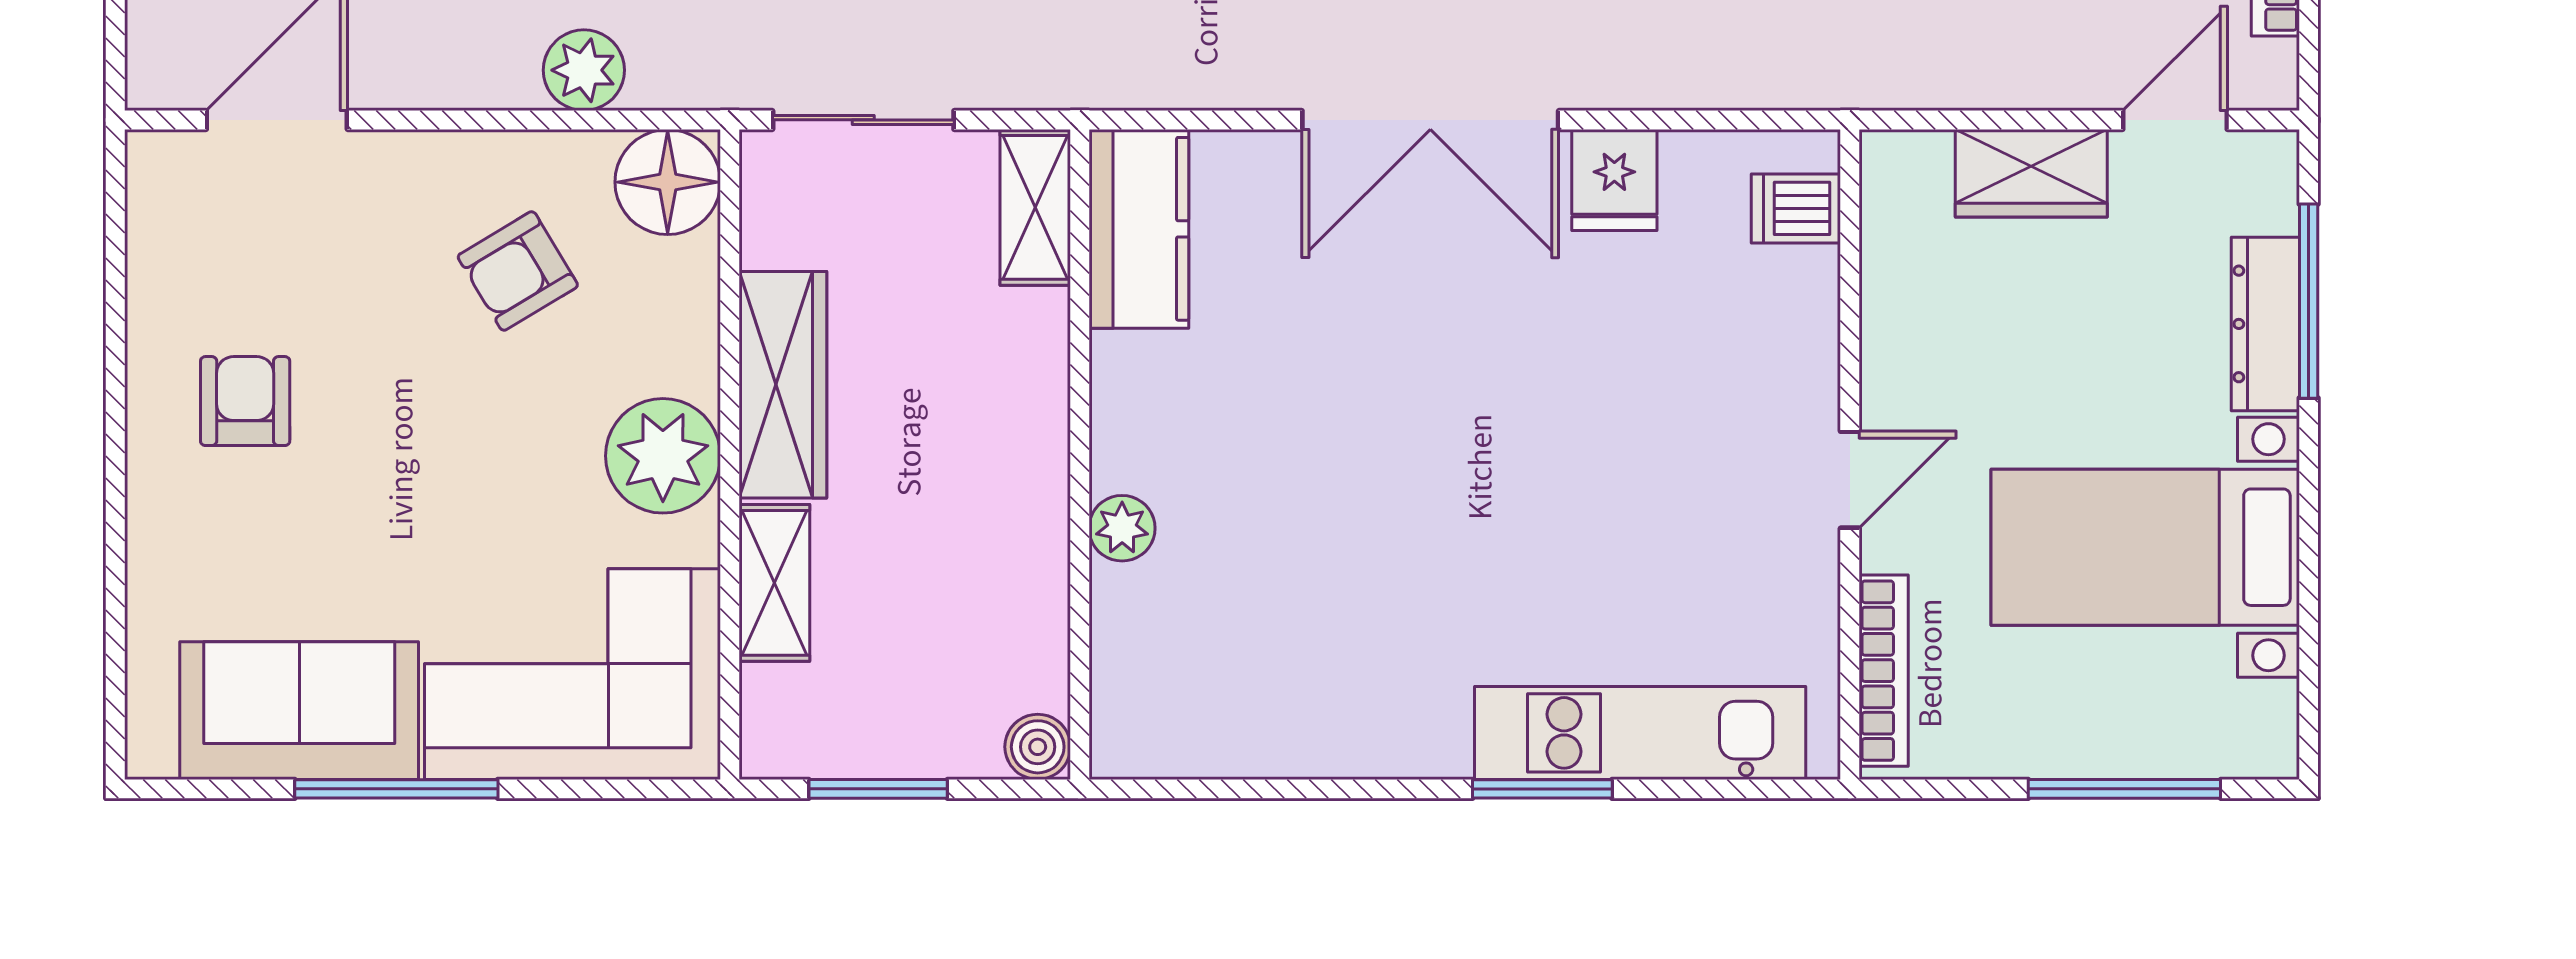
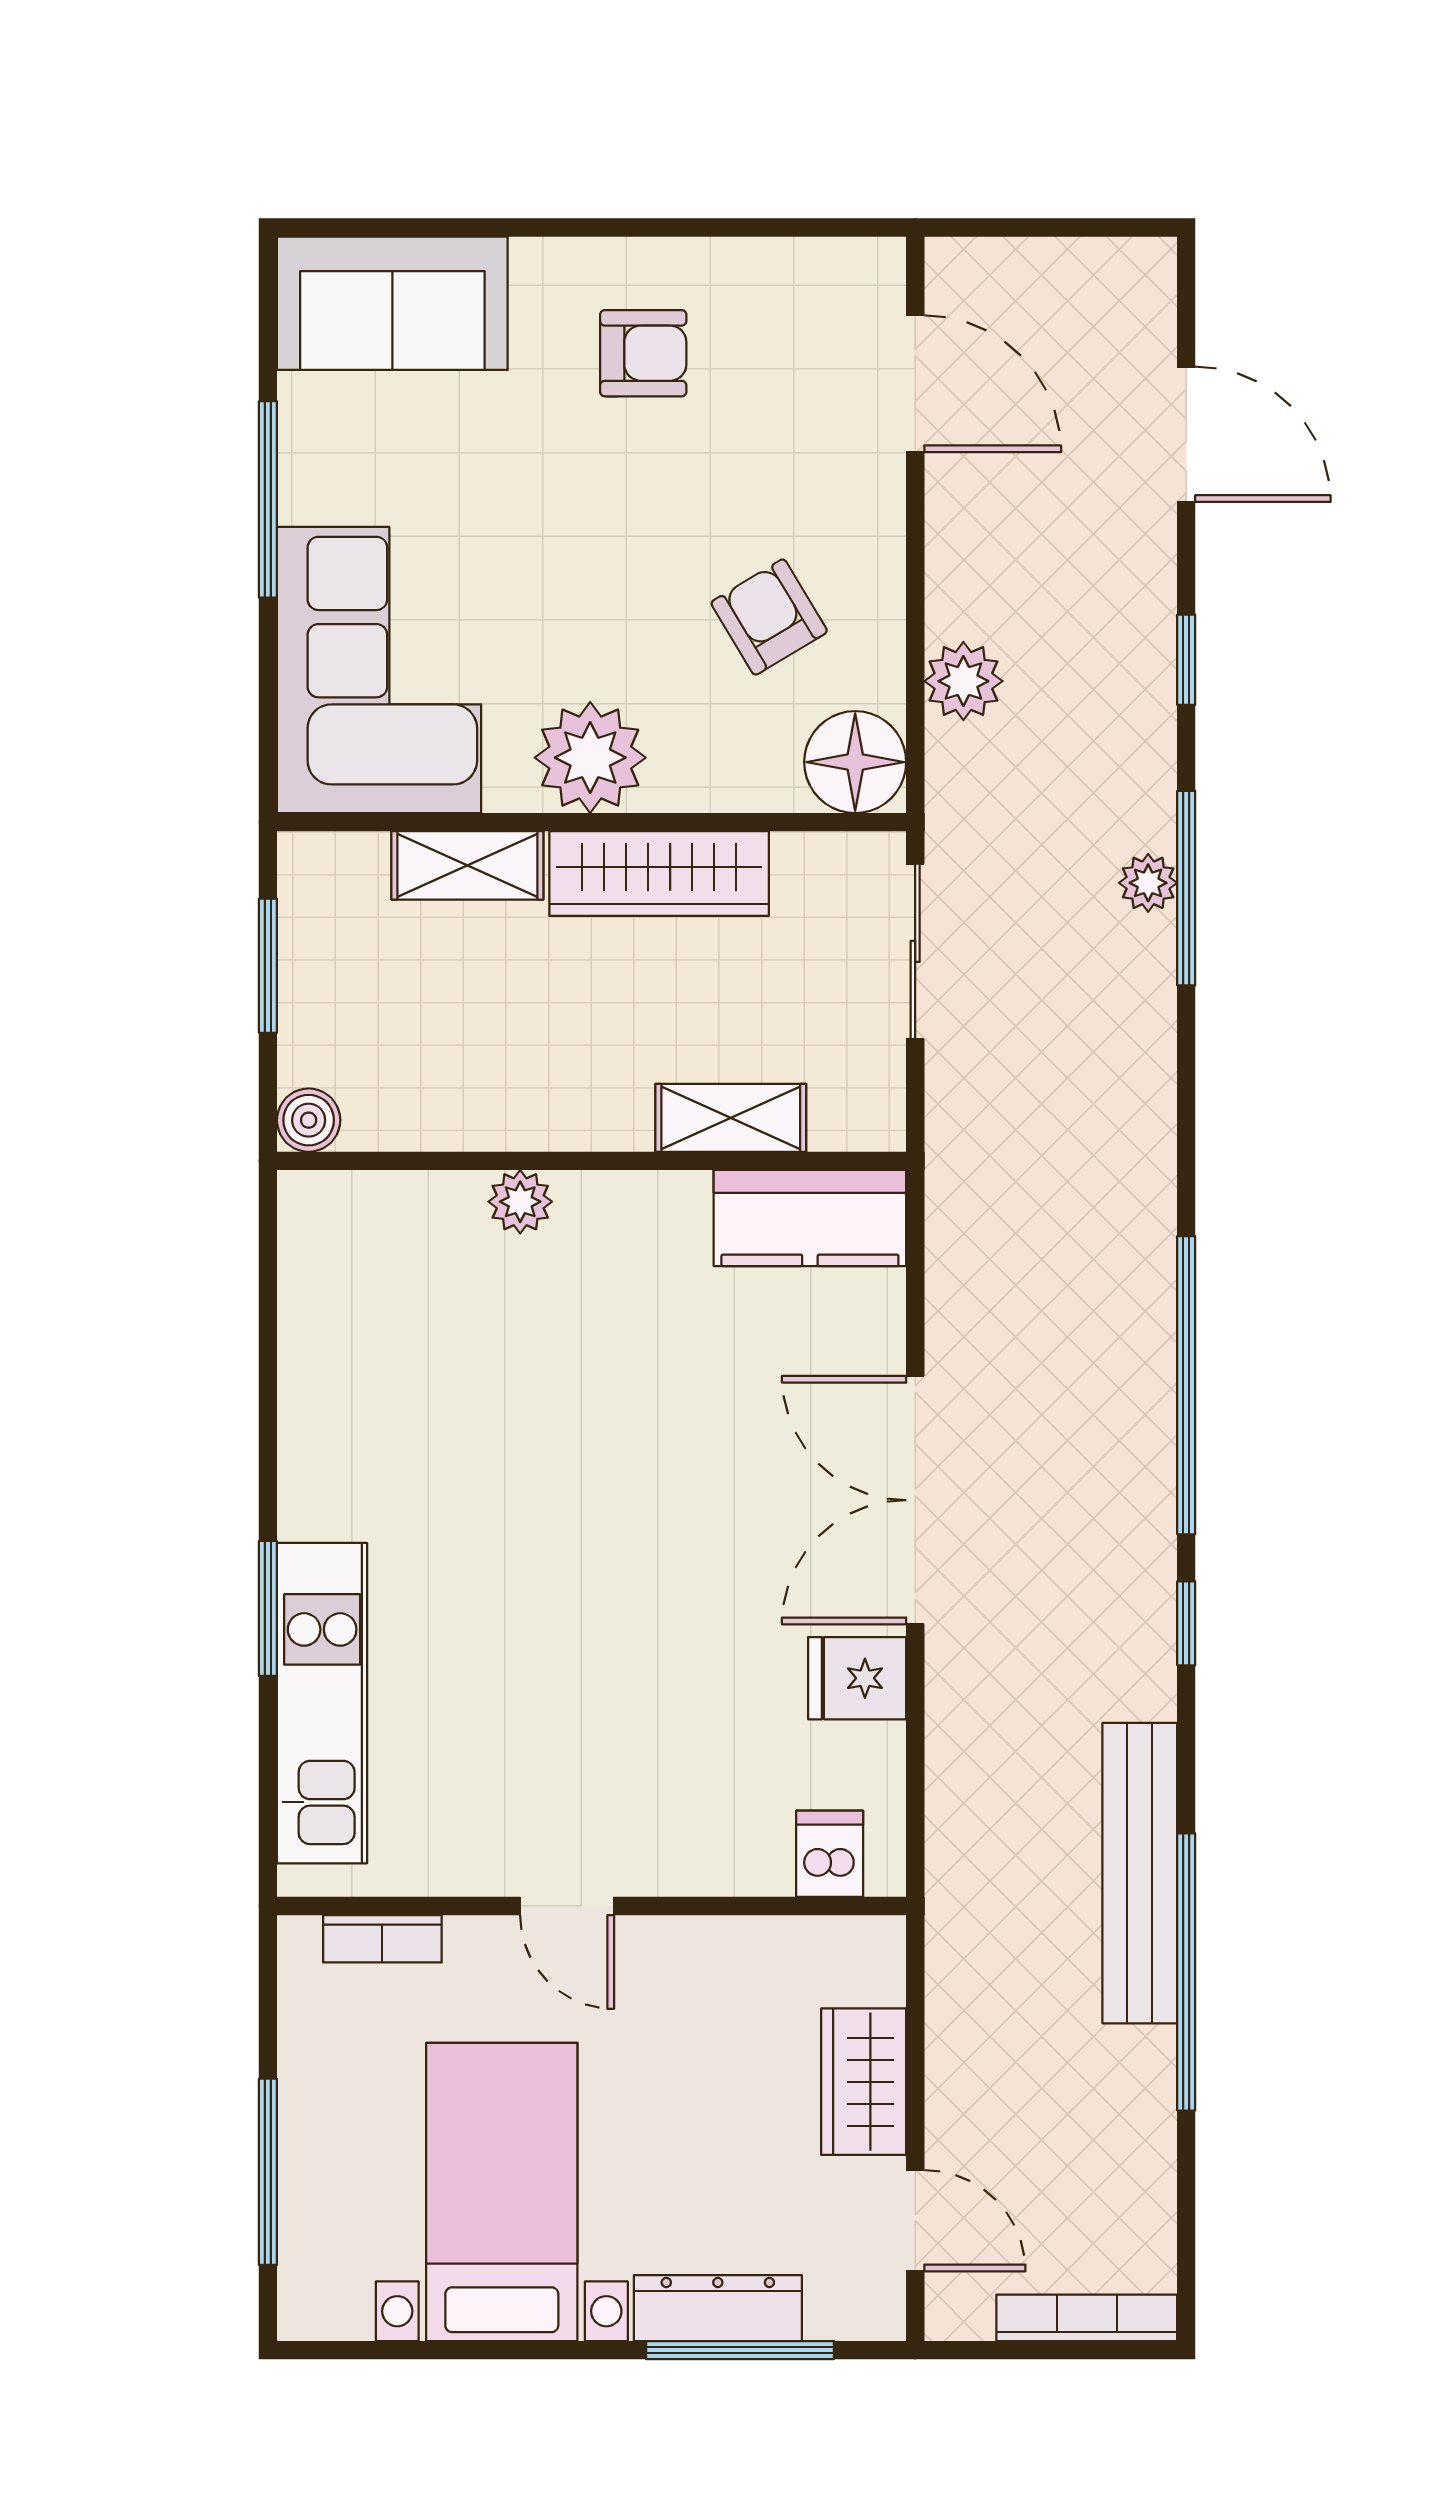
shelving: (1035, 207) -> (731, 1118), moved
bookcase: (1884, 671) -> (382, 1939), width x0.64
sofa: (299, 711) -> (392, 303), moved, turned 90

